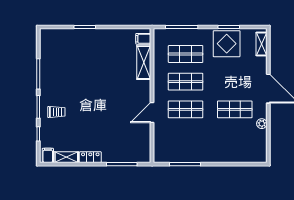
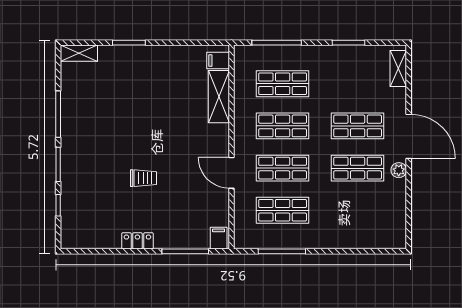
display table: (227, 44) -> (345, 68), removed
shop shelf: (235, 82) -> (358, 126), added
trolley: (56, 112) -> (143, 178), moved
door: (152, 112) -> (232, 173), hinge flipped
plant: (262, 124) -> (399, 170), moved
shop shelf: (186, 137) -> (283, 210), added
filing cabinet: (48, 155) -> (219, 238), moved
shelving: (66, 157) -> (79, 53), moved

